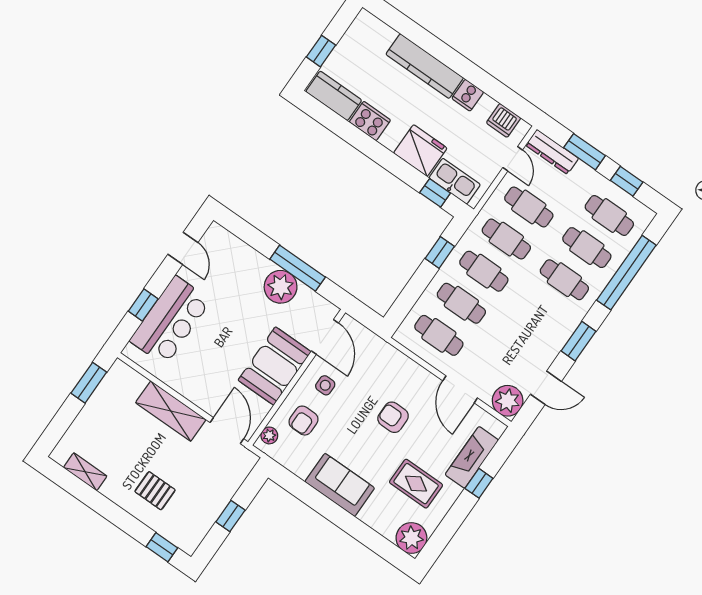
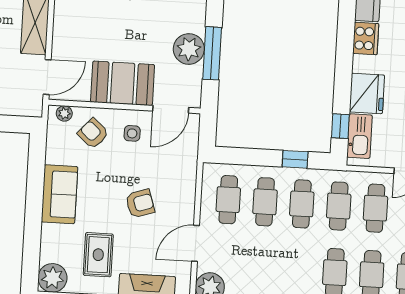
armchair: (393, 417) -> (140, 203), turned 72
armchair: (303, 421) -> (93, 133), turned 42

